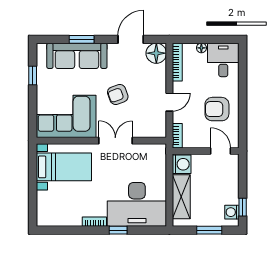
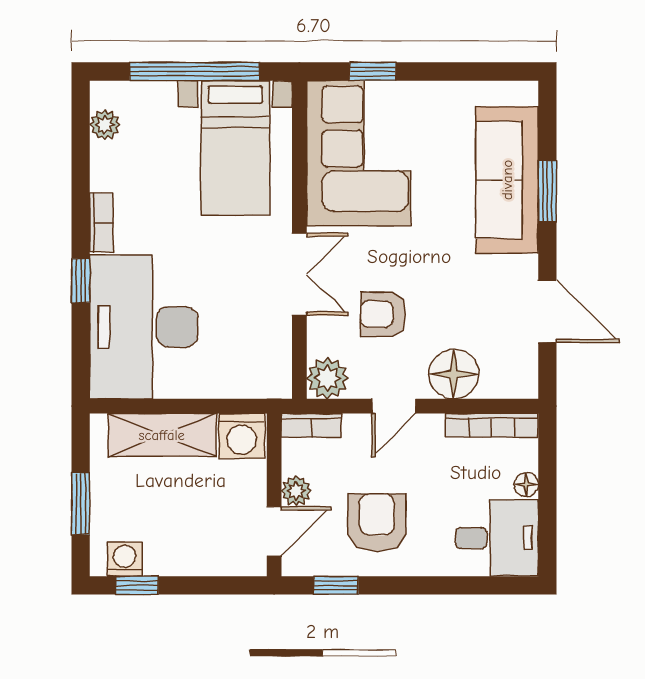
floor lamp: (156, 53) -> (454, 374), moved
window: (33, 76) -> (373, 72), moved
armchair: (118, 94) -> (383, 314), moved, turned -70
door: (169, 102) -> (394, 406), hinge flipped
window: (243, 126) -> (336, 585), added
plant: (158, 129) -> (327, 378), added
plant: (204, 142) -> (296, 491), added
window: (33, 184) -> (195, 72), added
plant: (54, 220) -> (105, 125), added

